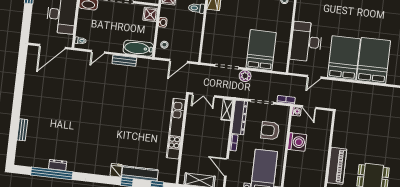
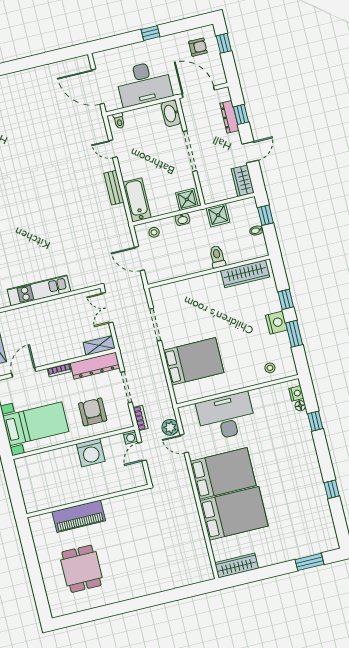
plant: (245, 76) -> (170, 427), moved
kitchen unit: (176, 129) -> (39, 290), width x0.73

